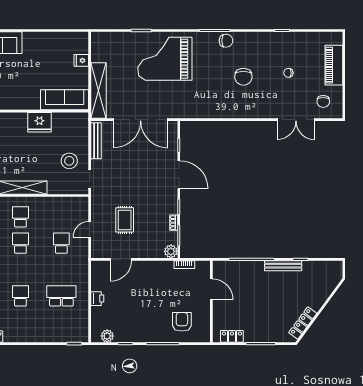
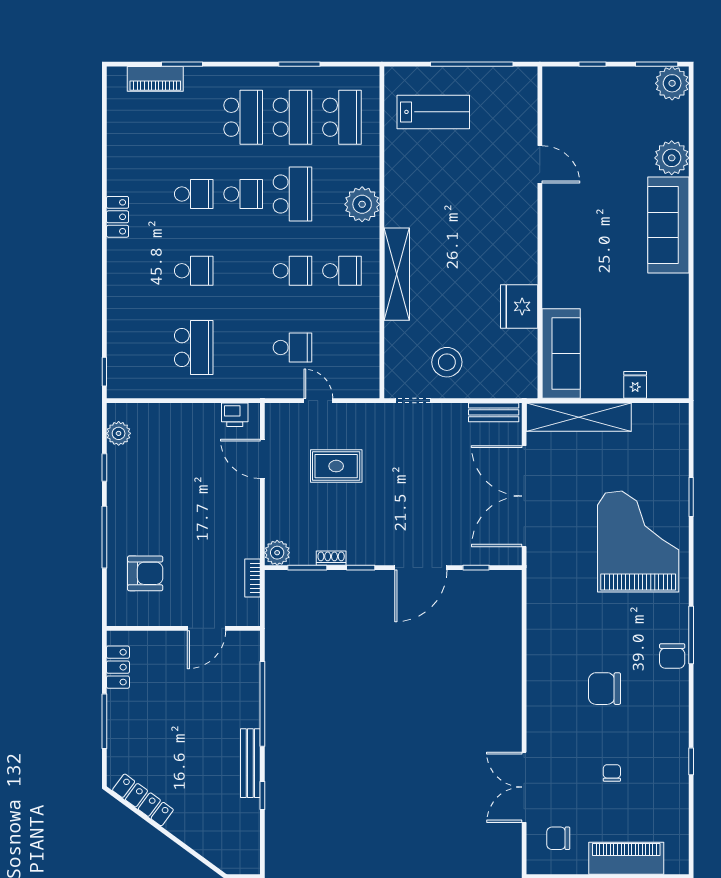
bench: (96, 141) -> (494, 412), width x0.73
printer: (97, 299) -> (235, 415), moved

